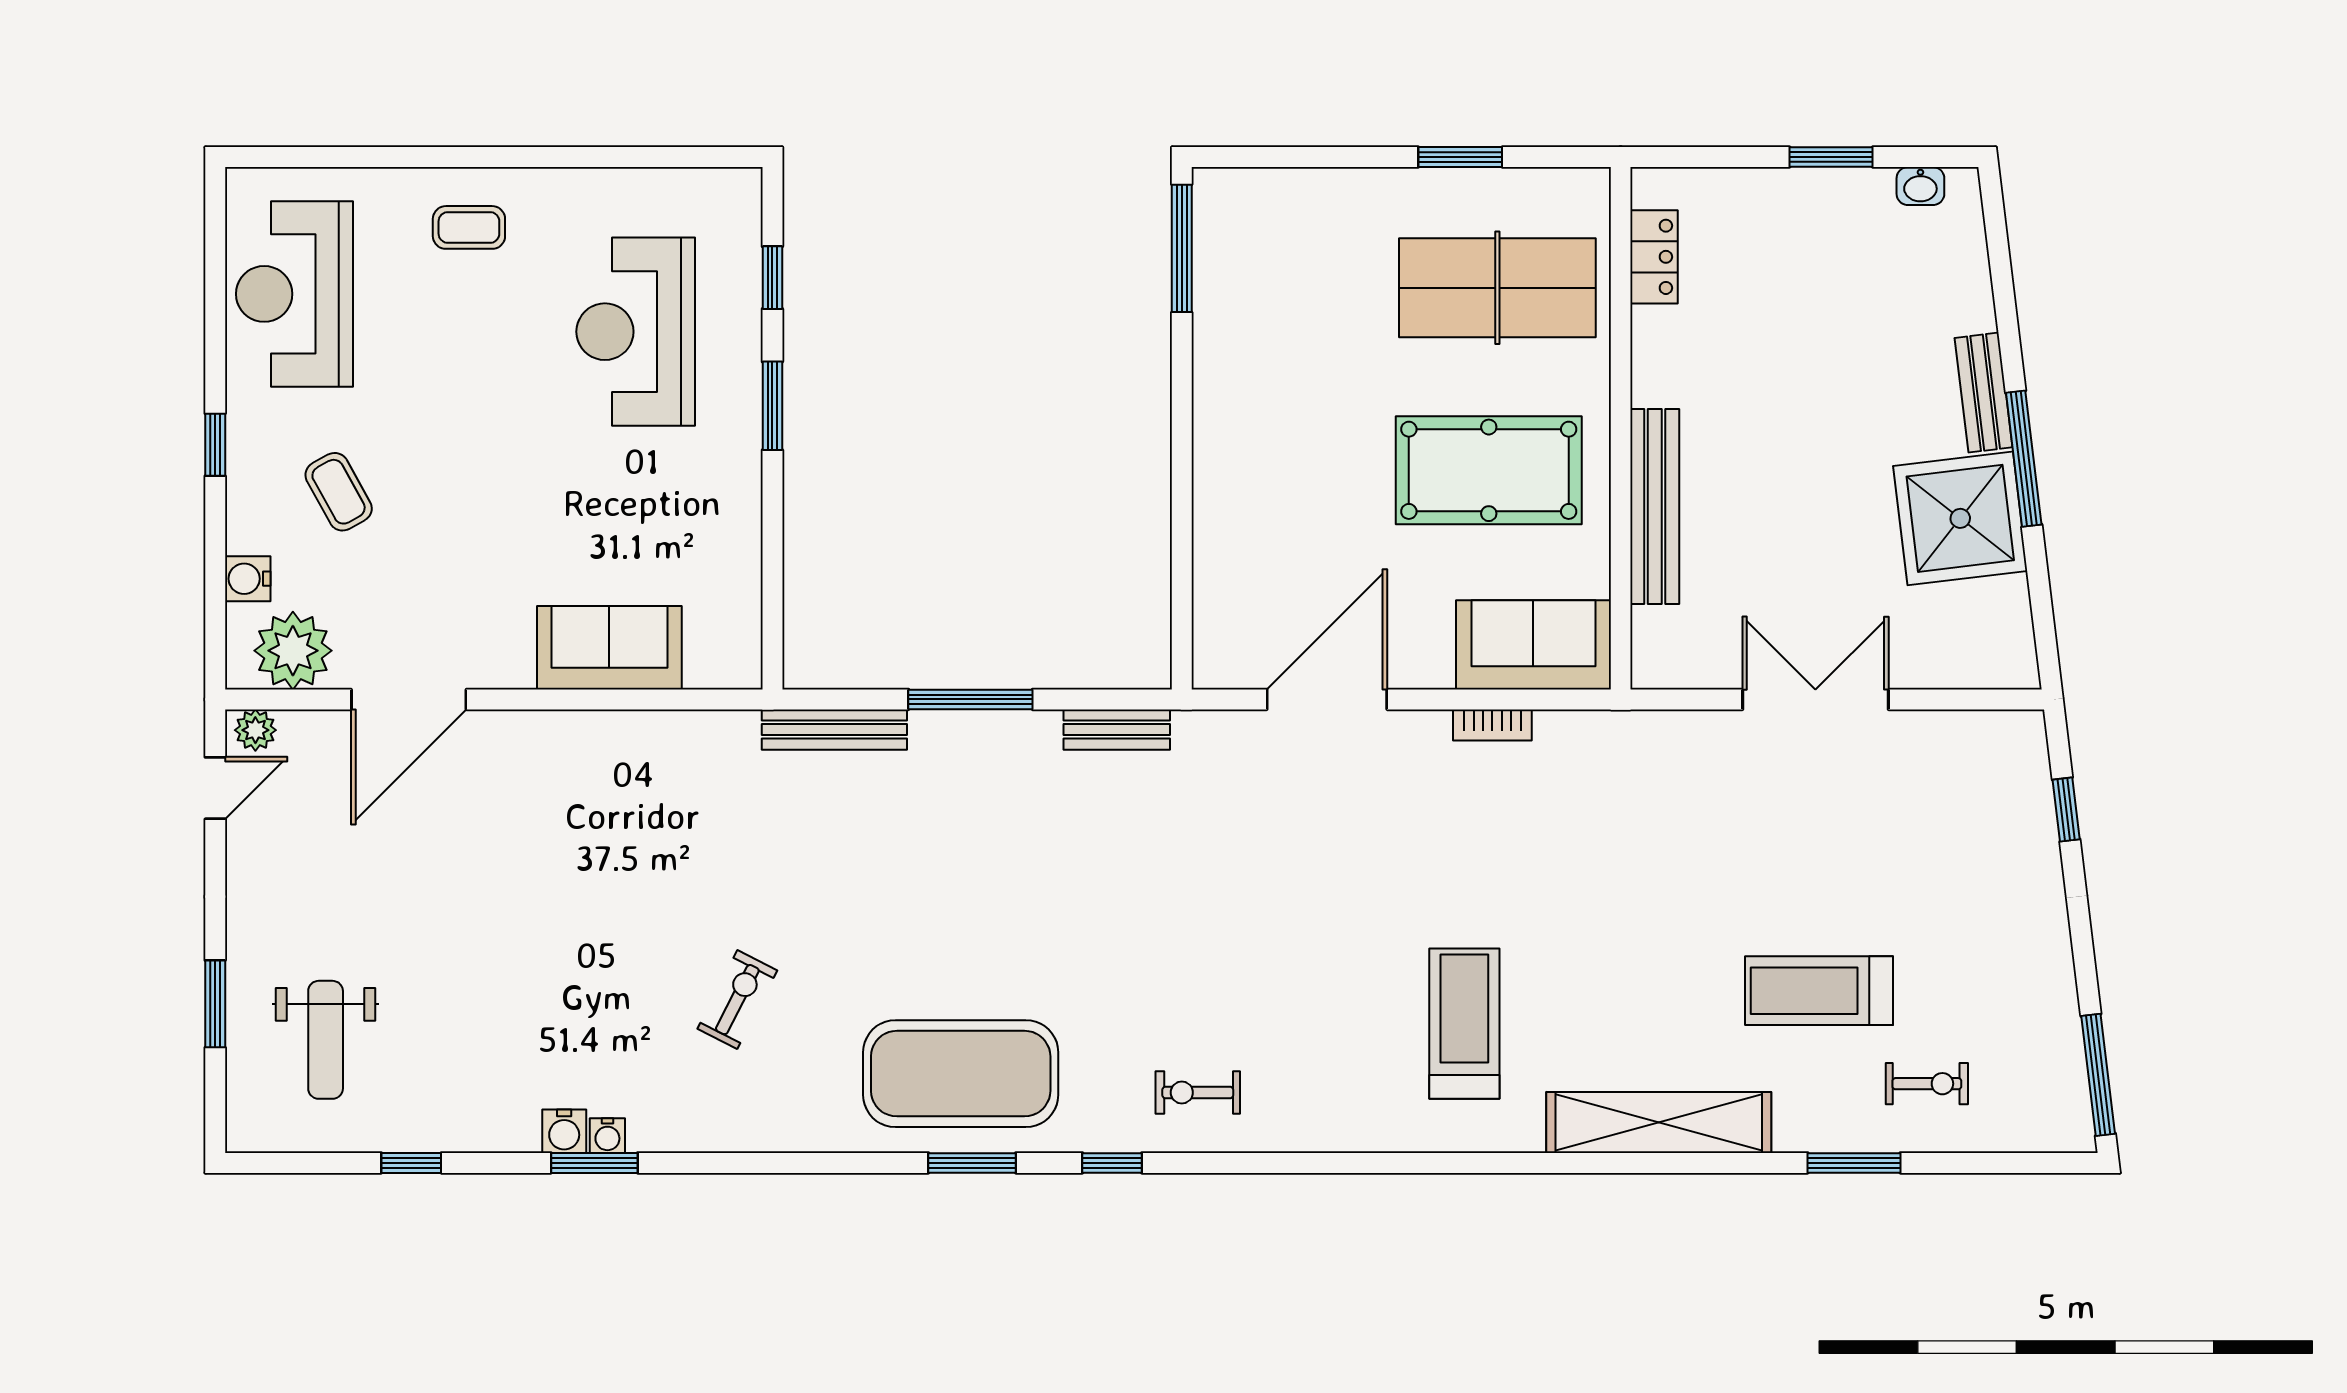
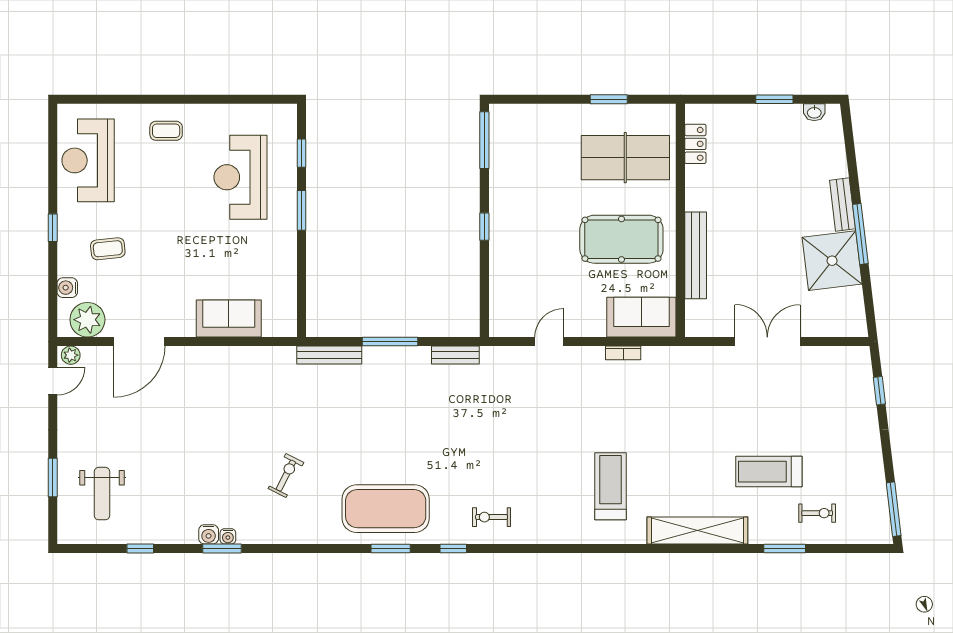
window: (1182, 442) -> (484, 227), added
coffee table: (339, 492) -> (108, 249), turned -67
door: (1327, 699) -> (549, 342), width x0.53

